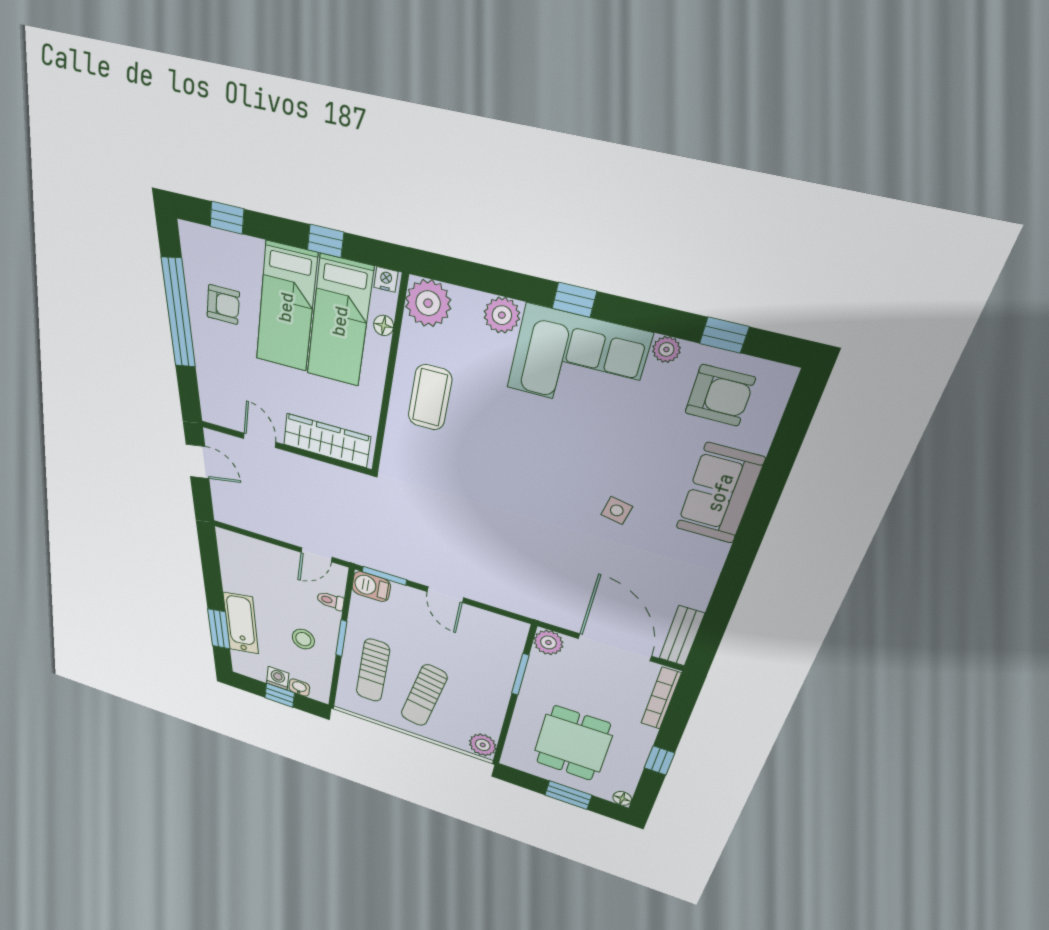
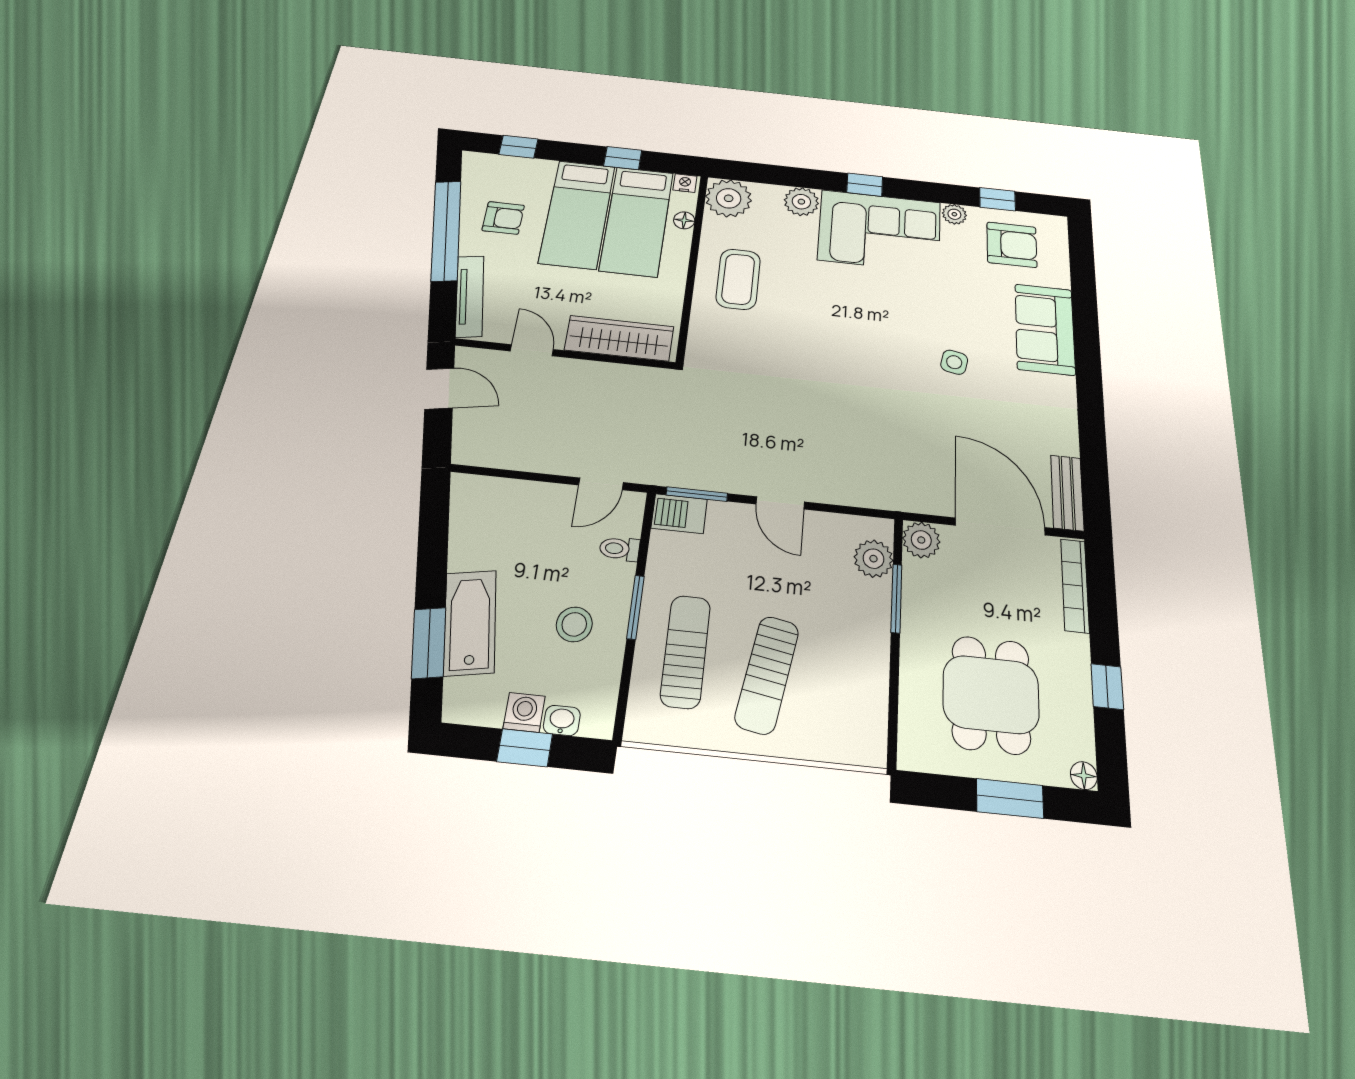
tv unit: (207, 383) -> (470, 296), added
sun lounger: (373, 670) -> (686, 651), turned 180
plant: (483, 745) -> (873, 559), moved

